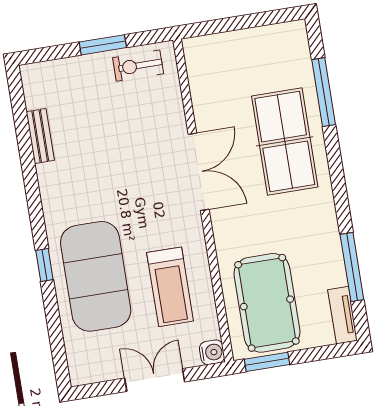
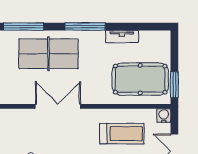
window: (352, 267) -> (85, 27), moved
tv unit: (343, 315) -> (122, 37), moved

